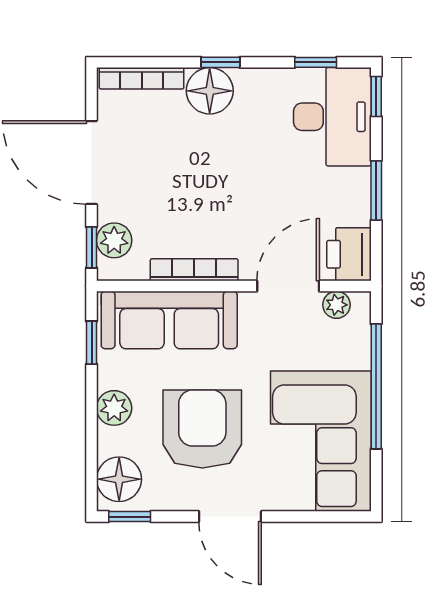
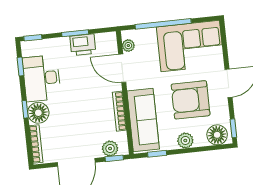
desk: (332, 117) -> (42, 78), moved, turned -90
printer: (349, 254) -> (83, 45), moved

